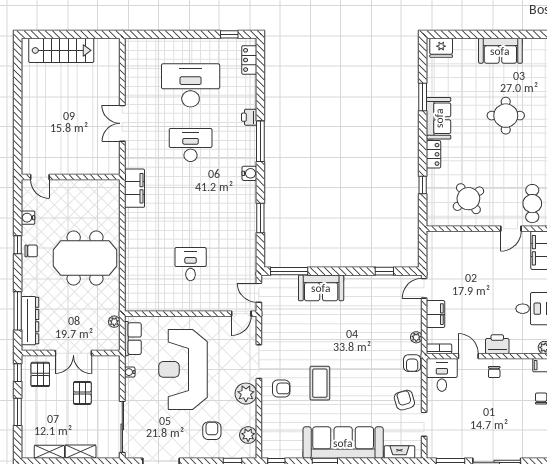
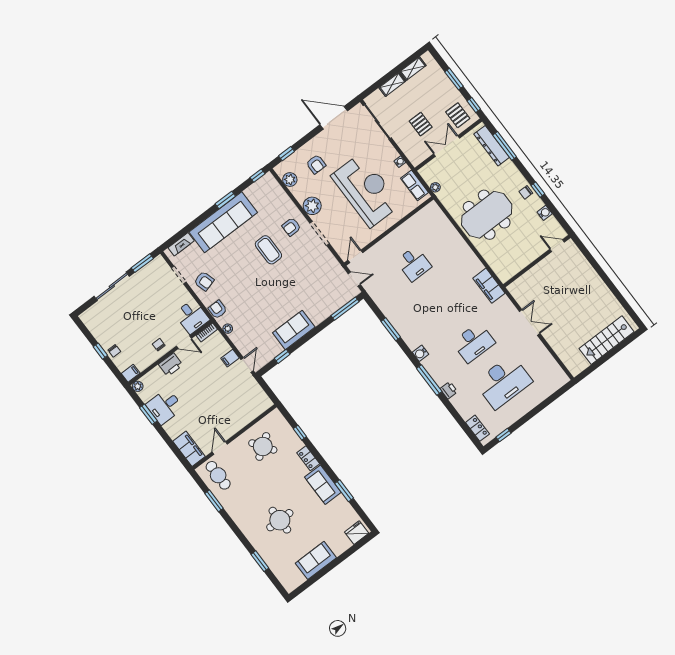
sofa: (321, 288) -> (294, 330), moved
filing cabinet: (436, 314) -> (230, 358), width x0.50

